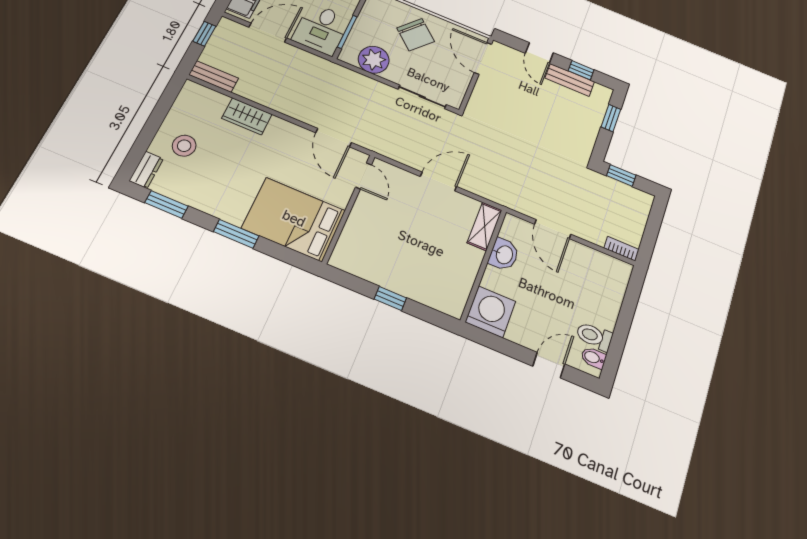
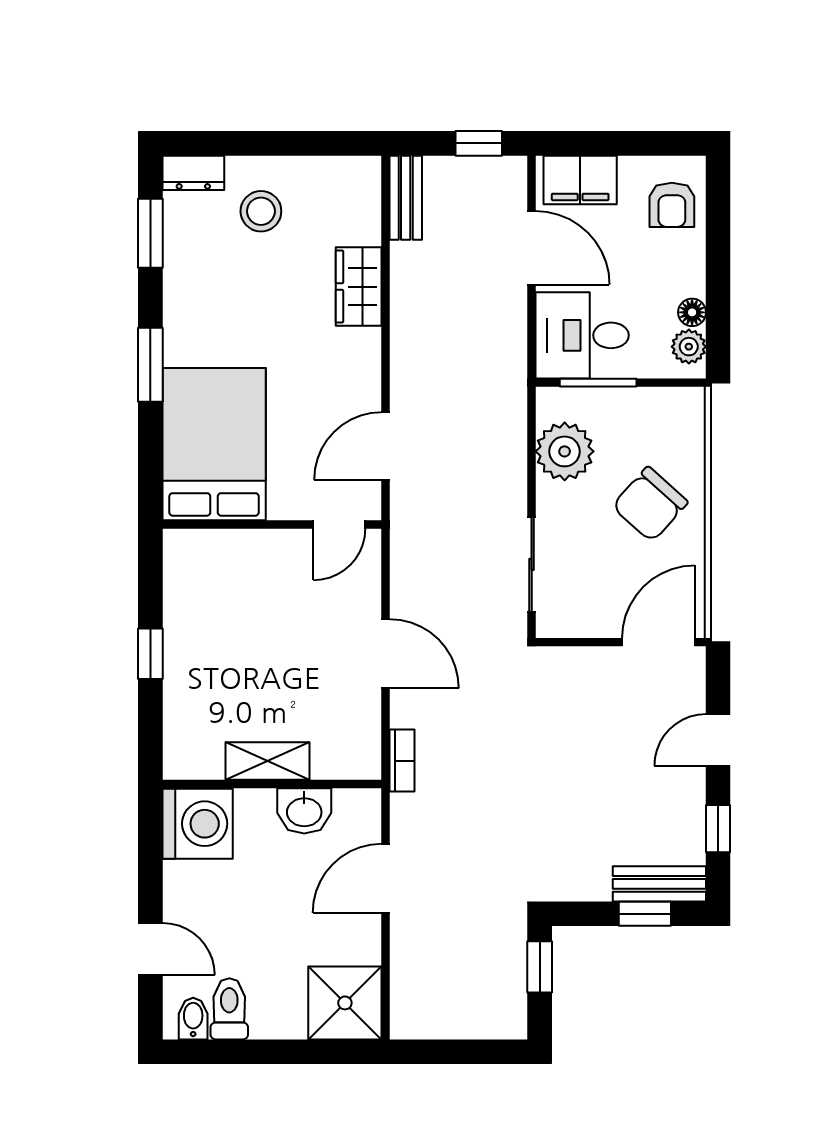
bench: (570, 80) -> (659, 884), moved, turned 90
shelving: (485, 226) -> (267, 761), moved
bookcase: (622, 249) -> (402, 761), moved
shower: (610, 276) -> (345, 1003), added

